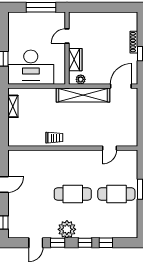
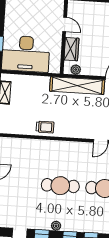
door: (67, 36) -> (65, 24), swing flipped
plant: (67, 229) -> (56, 226), width x0.53, depth x0.53

